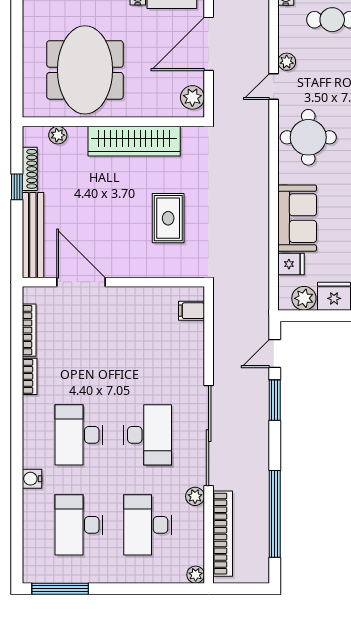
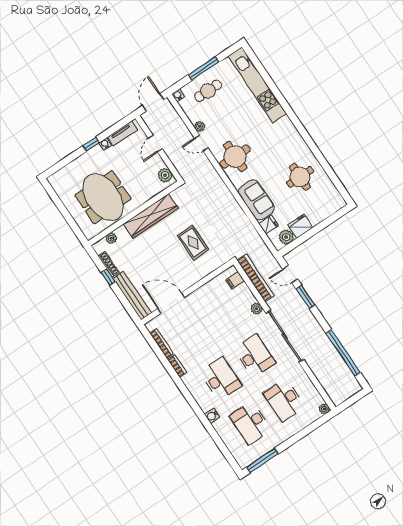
door: (209, 44) -> (155, 144), width x0.53
door: (274, 87) -> (201, 143), hinge flipped
door: (275, 354) -> (290, 274), hinge flipped
desk: (79, 435) -> (221, 379), turned 180
plant: (195, 496) -> (257, 309), moved
bookcase: (223, 534) -> (256, 278), moved

